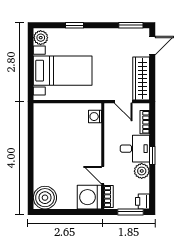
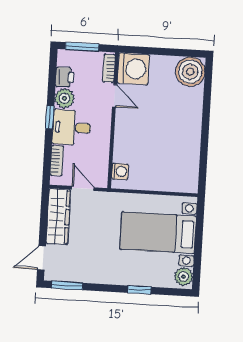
printer: (143, 201) -> (65, 77), moved

